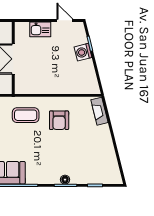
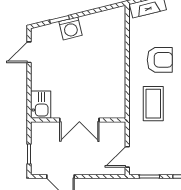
kitchen sink: (40, 29) -> (41, 105), moved

